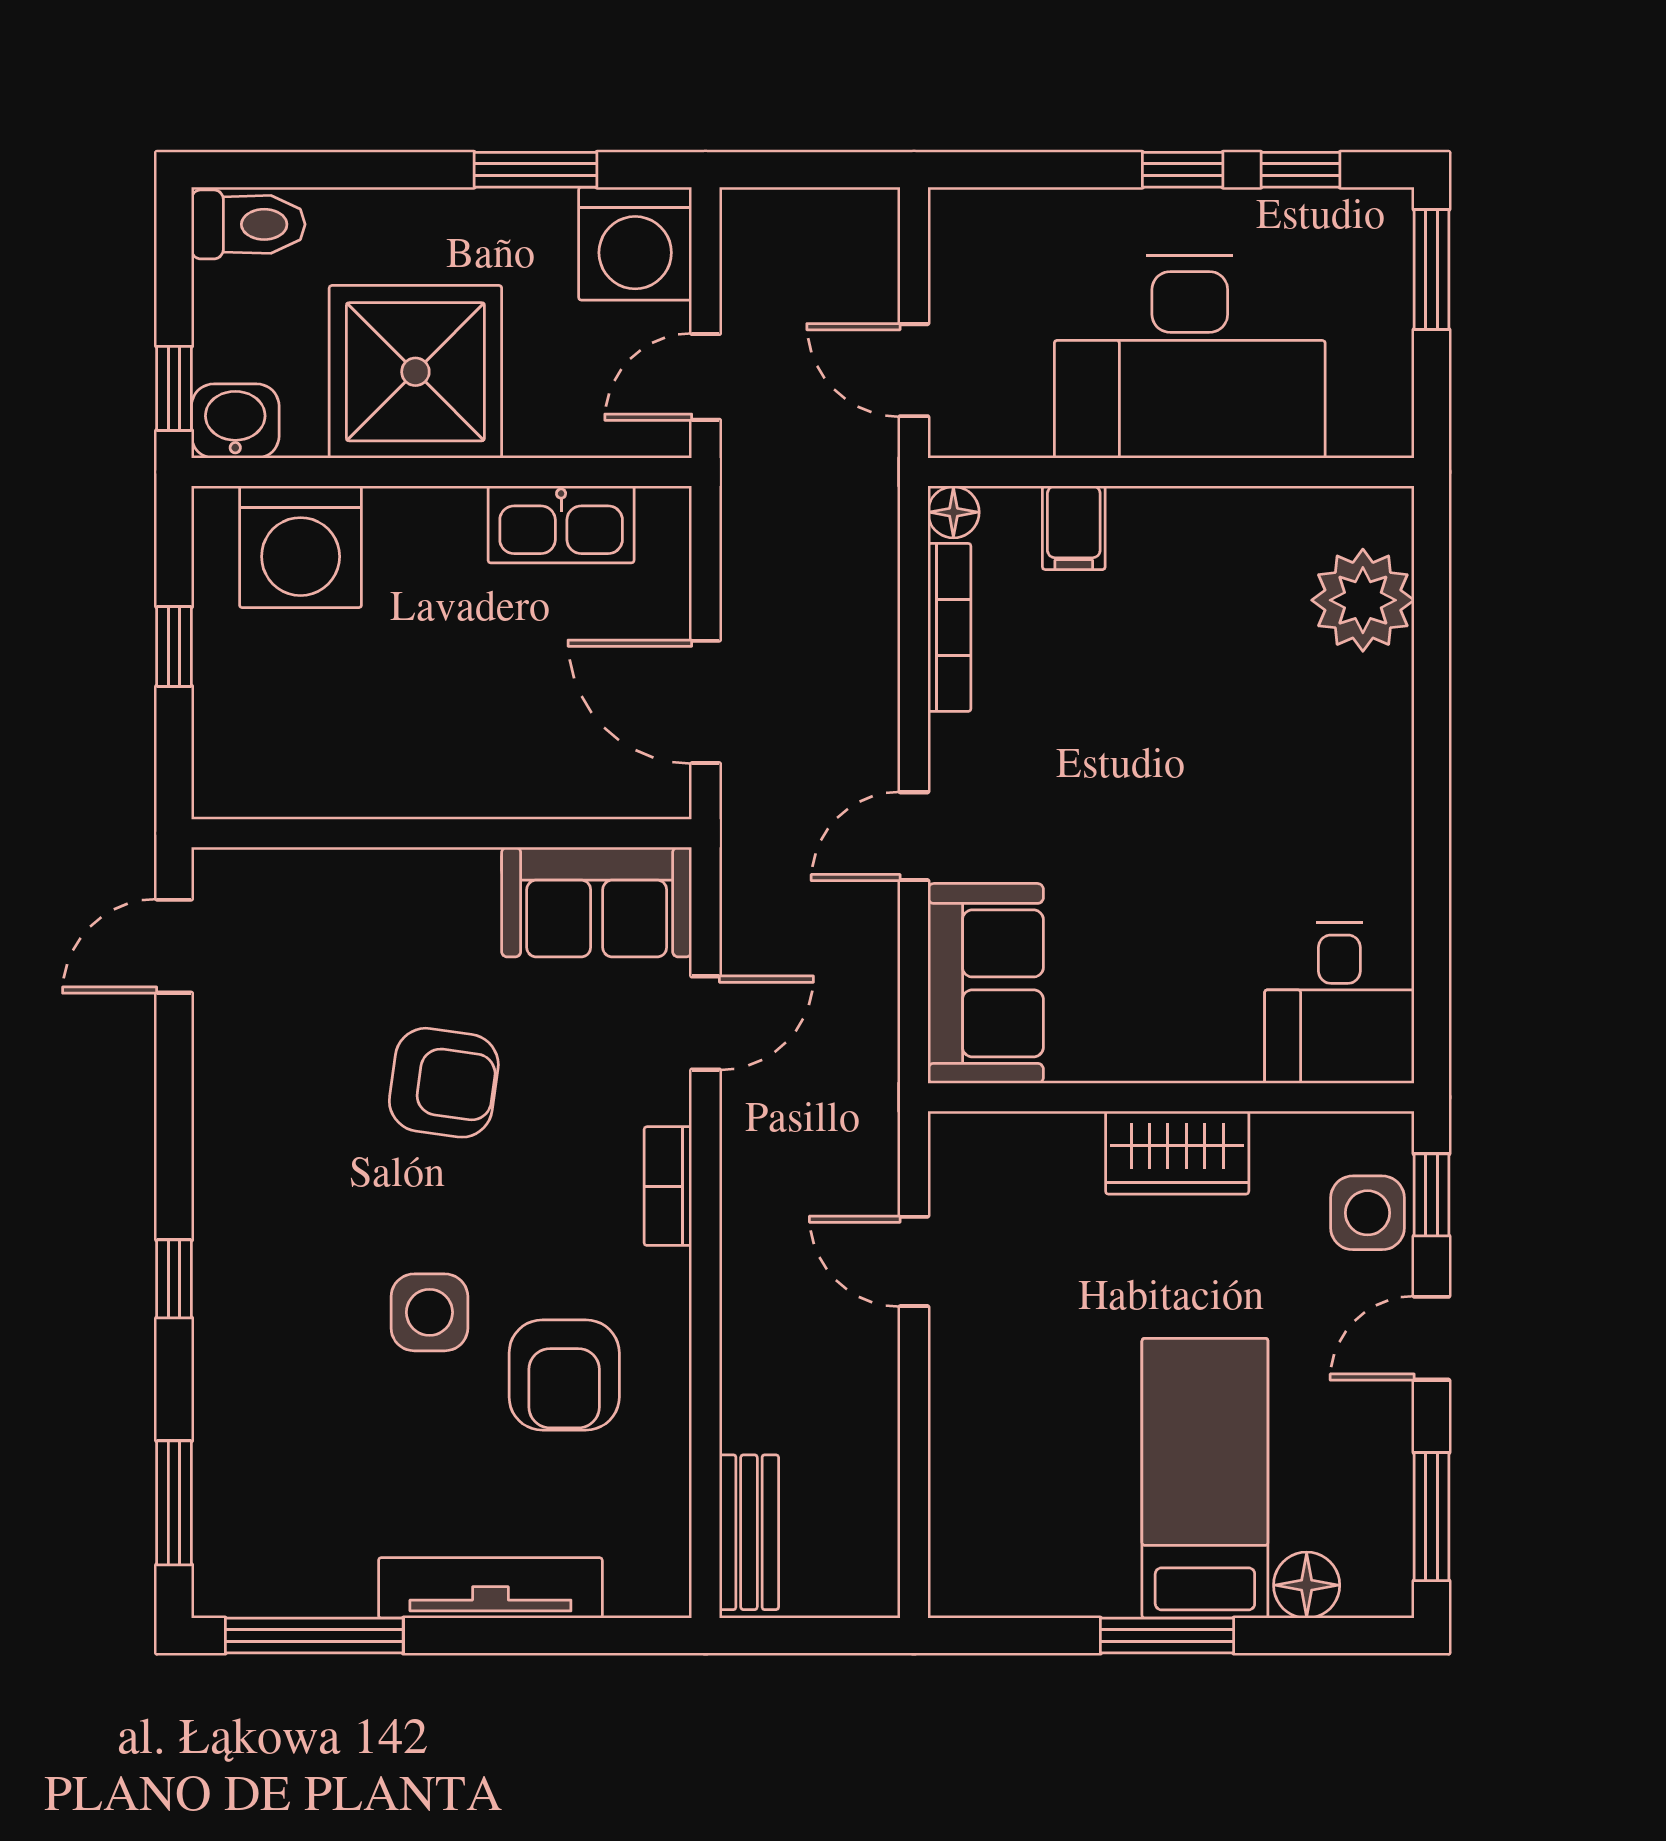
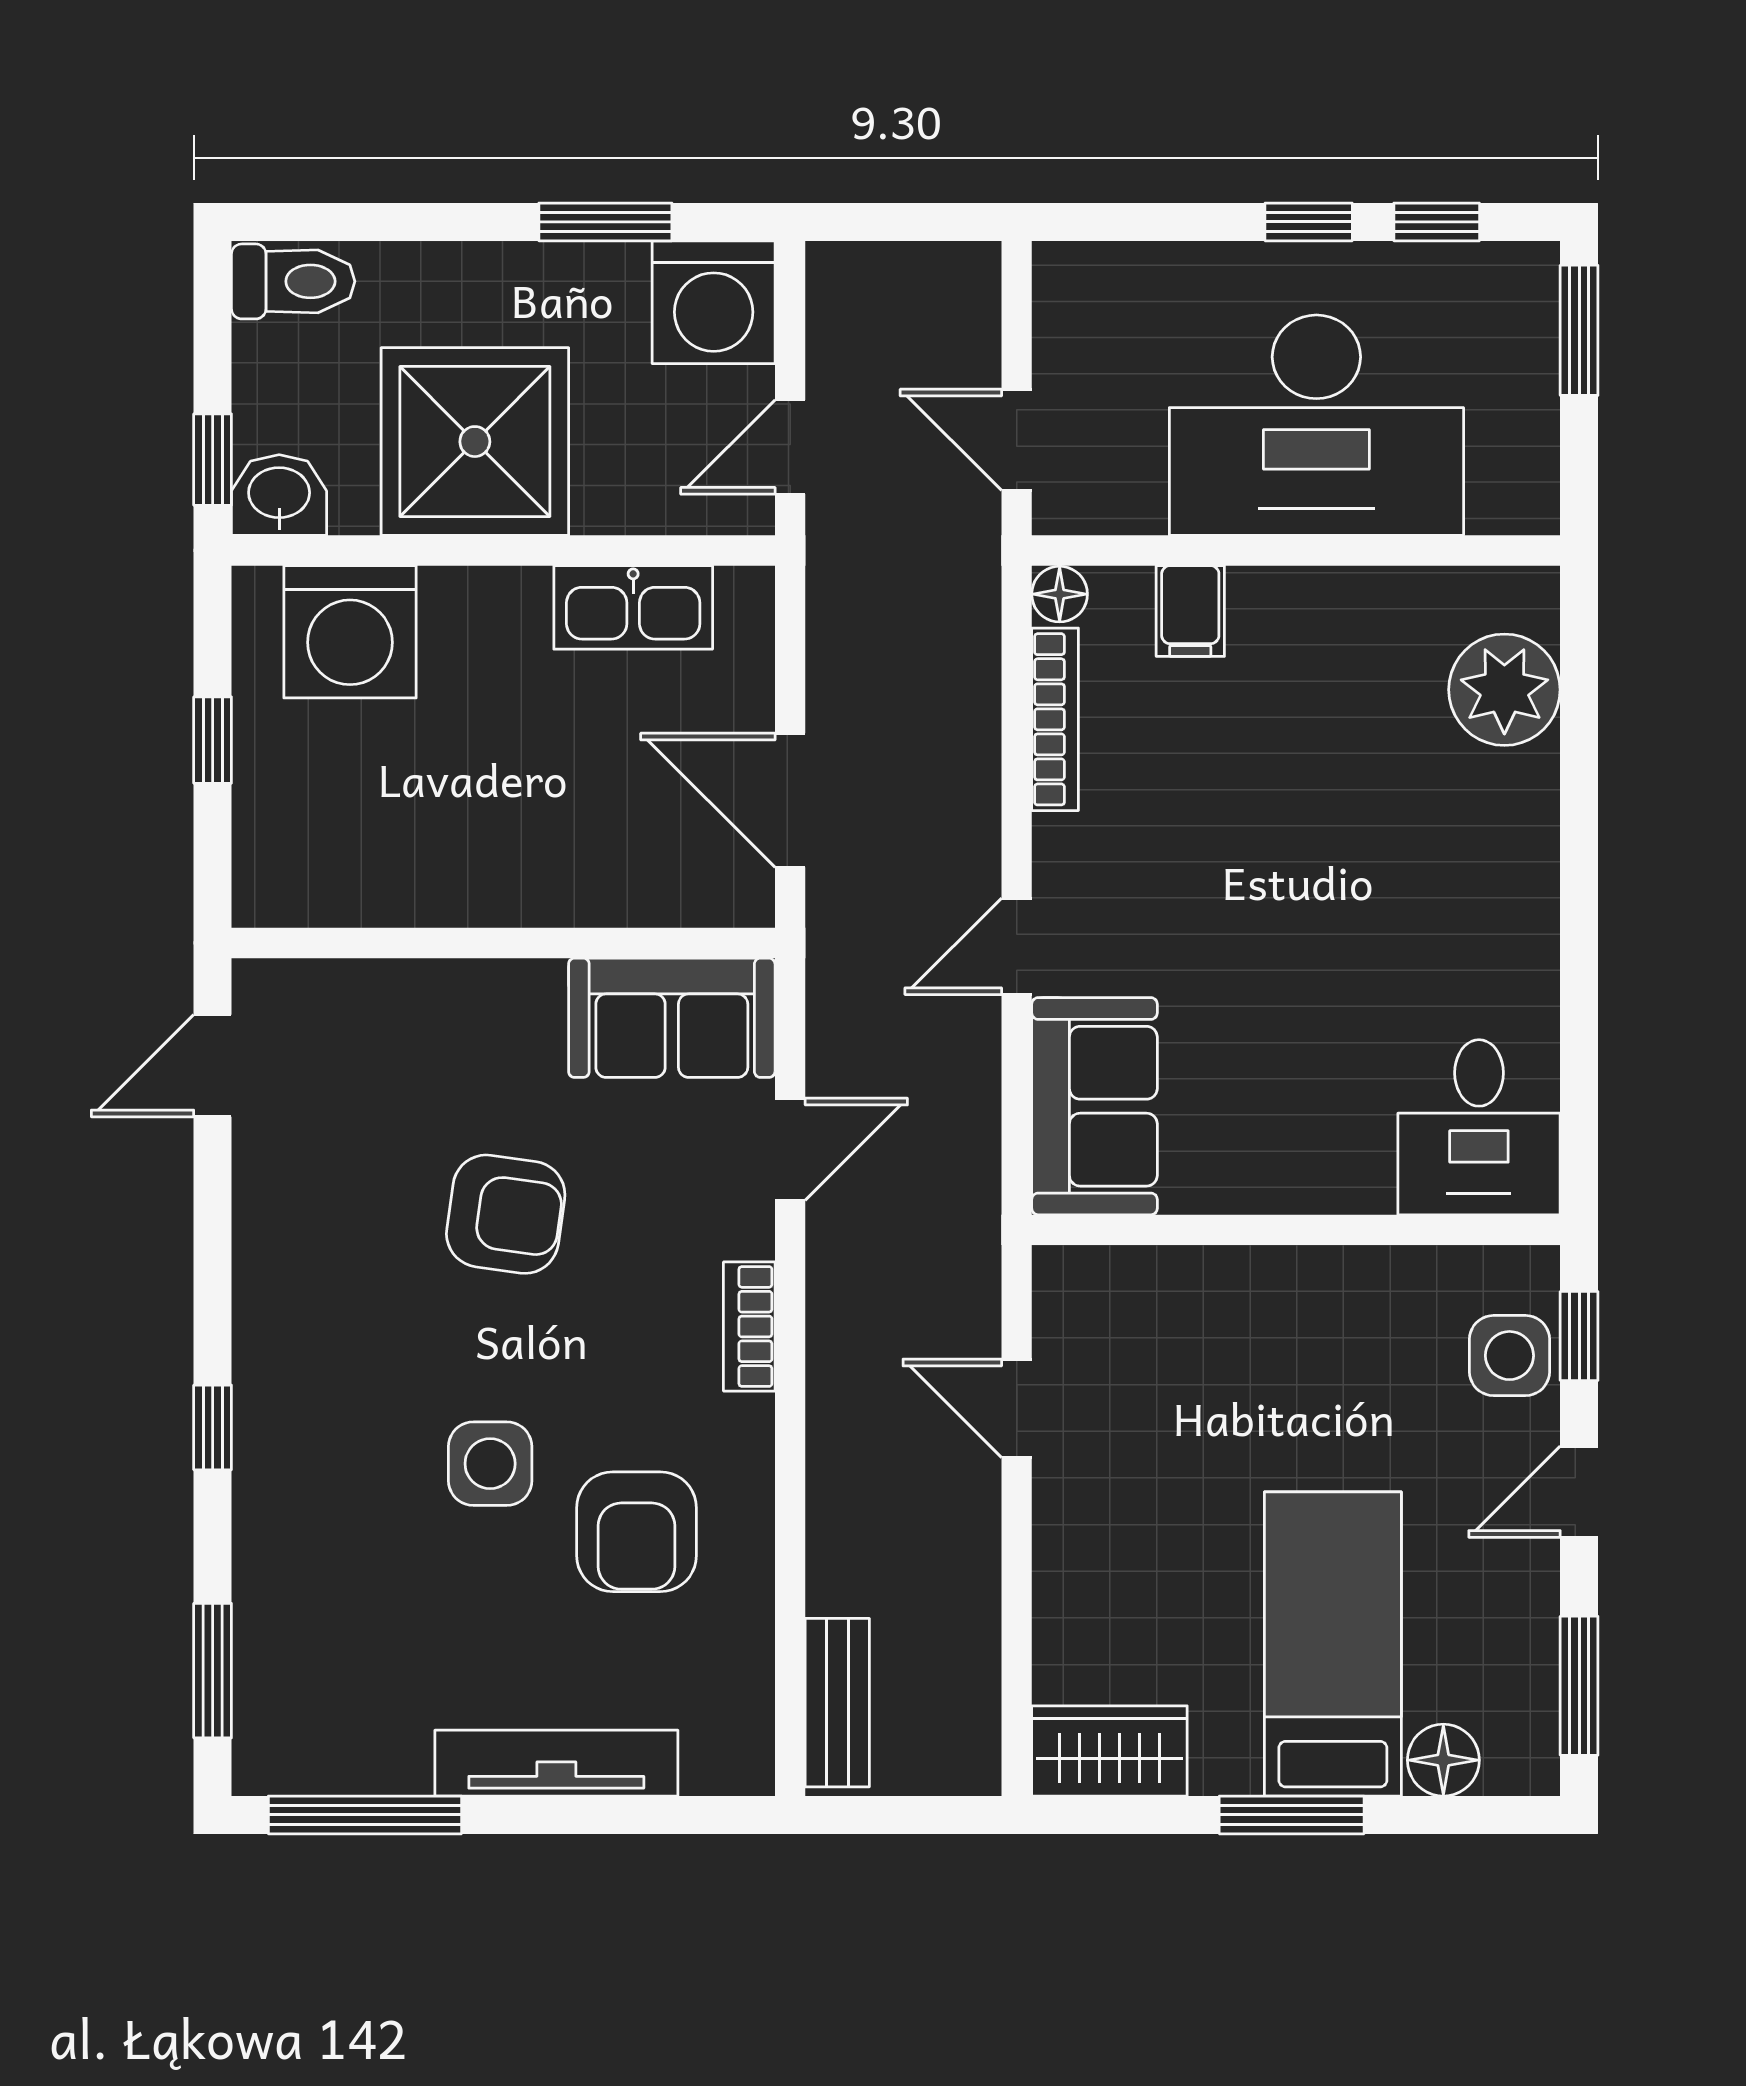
wardrobe: (1177, 1153) -> (1109, 1751), moved, turned 180

